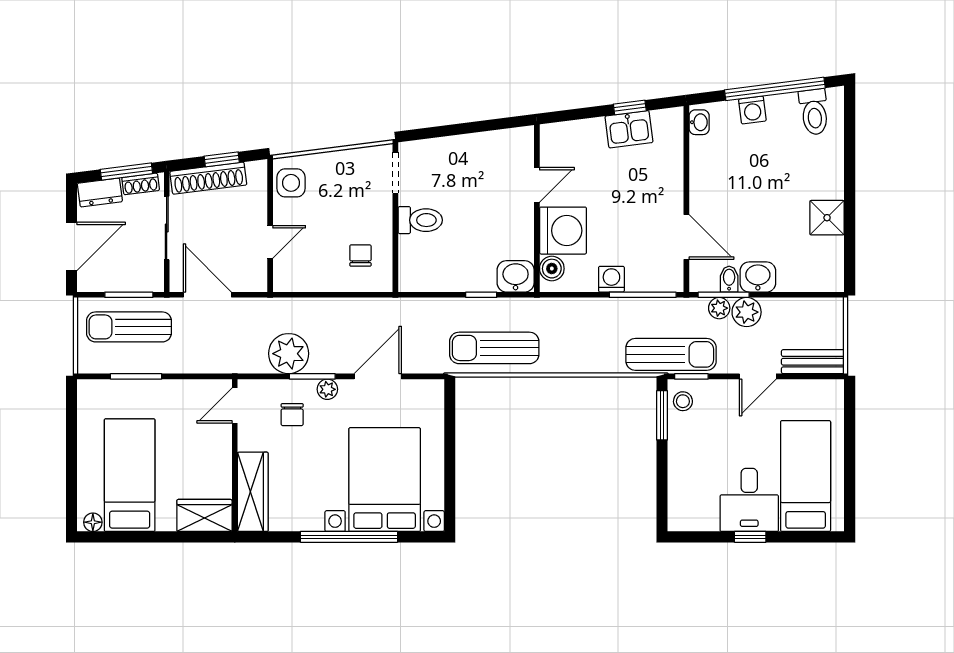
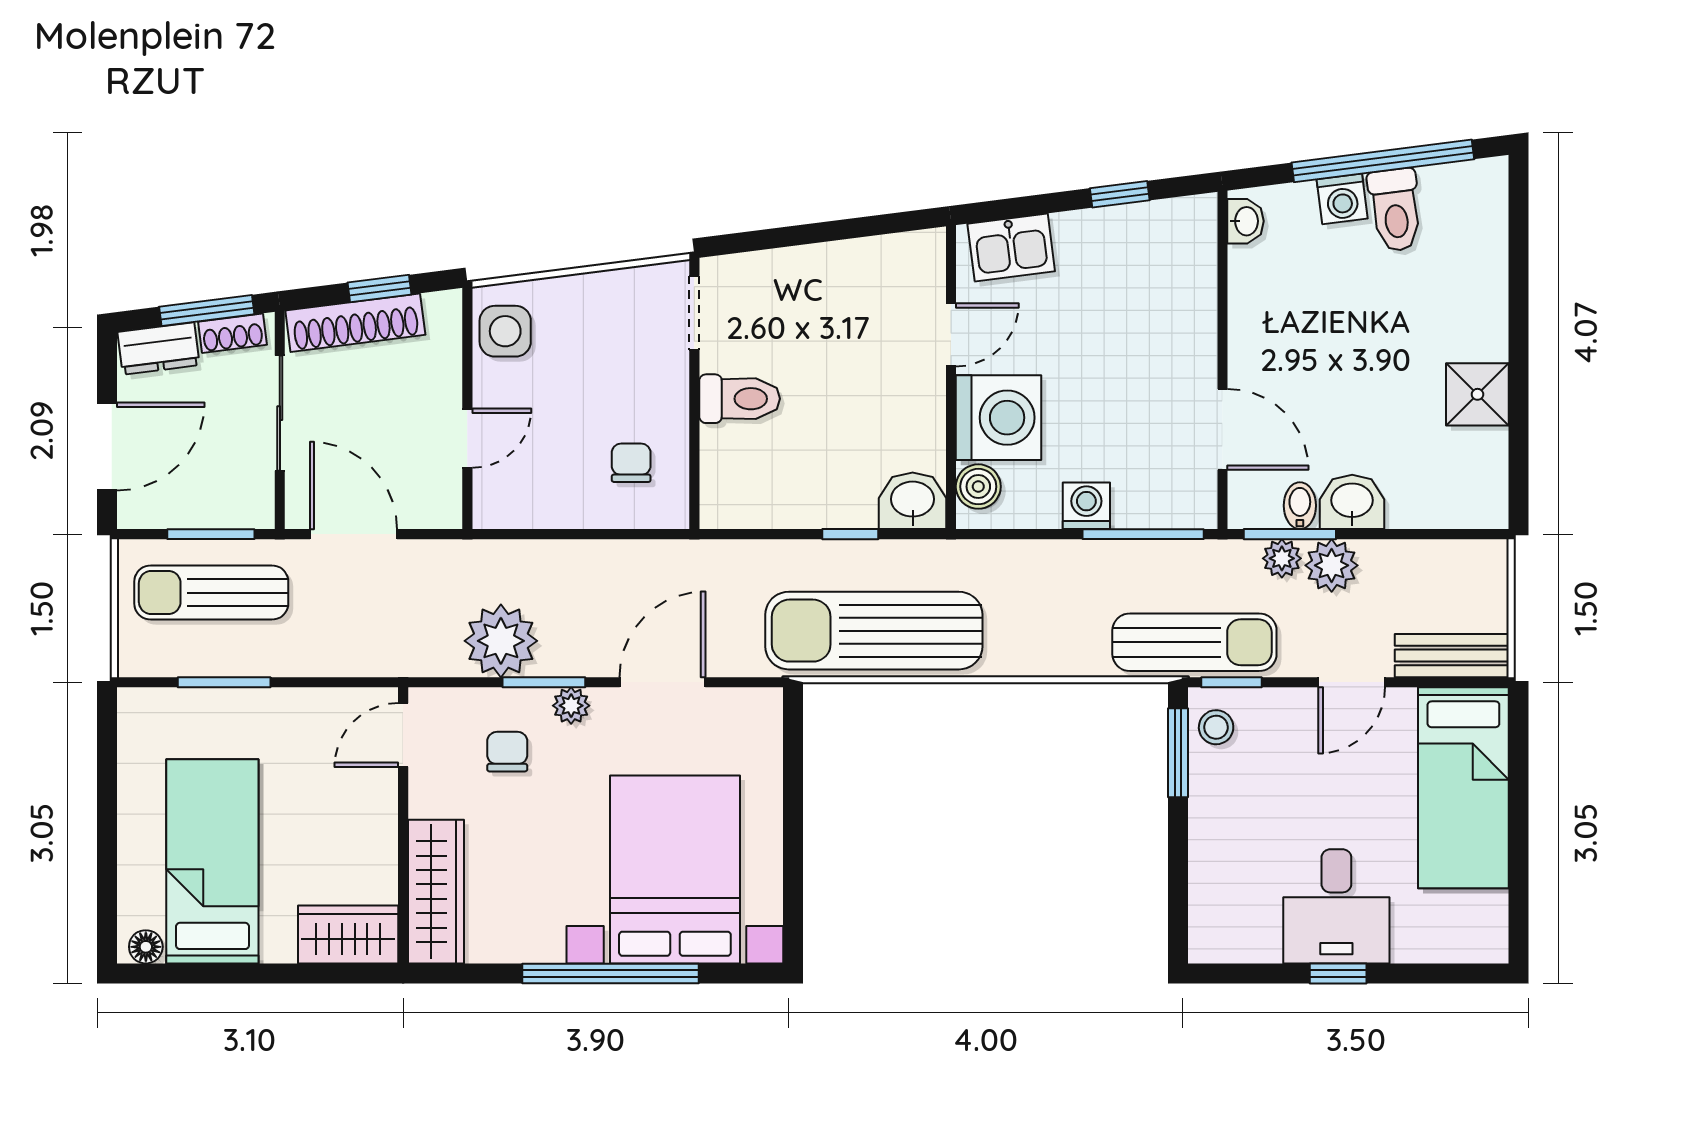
toilet: (814, 112) -> (1395, 210), moved
kitchen sink: (629, 129) -> (1011, 248), moved
sun lounger: (494, 348) -> (874, 631), width x1.36, depth x1.34
chair: (292, 415) -> (507, 752), turned 180
bed: (806, 476) -> (1463, 788), moved, turned 180

